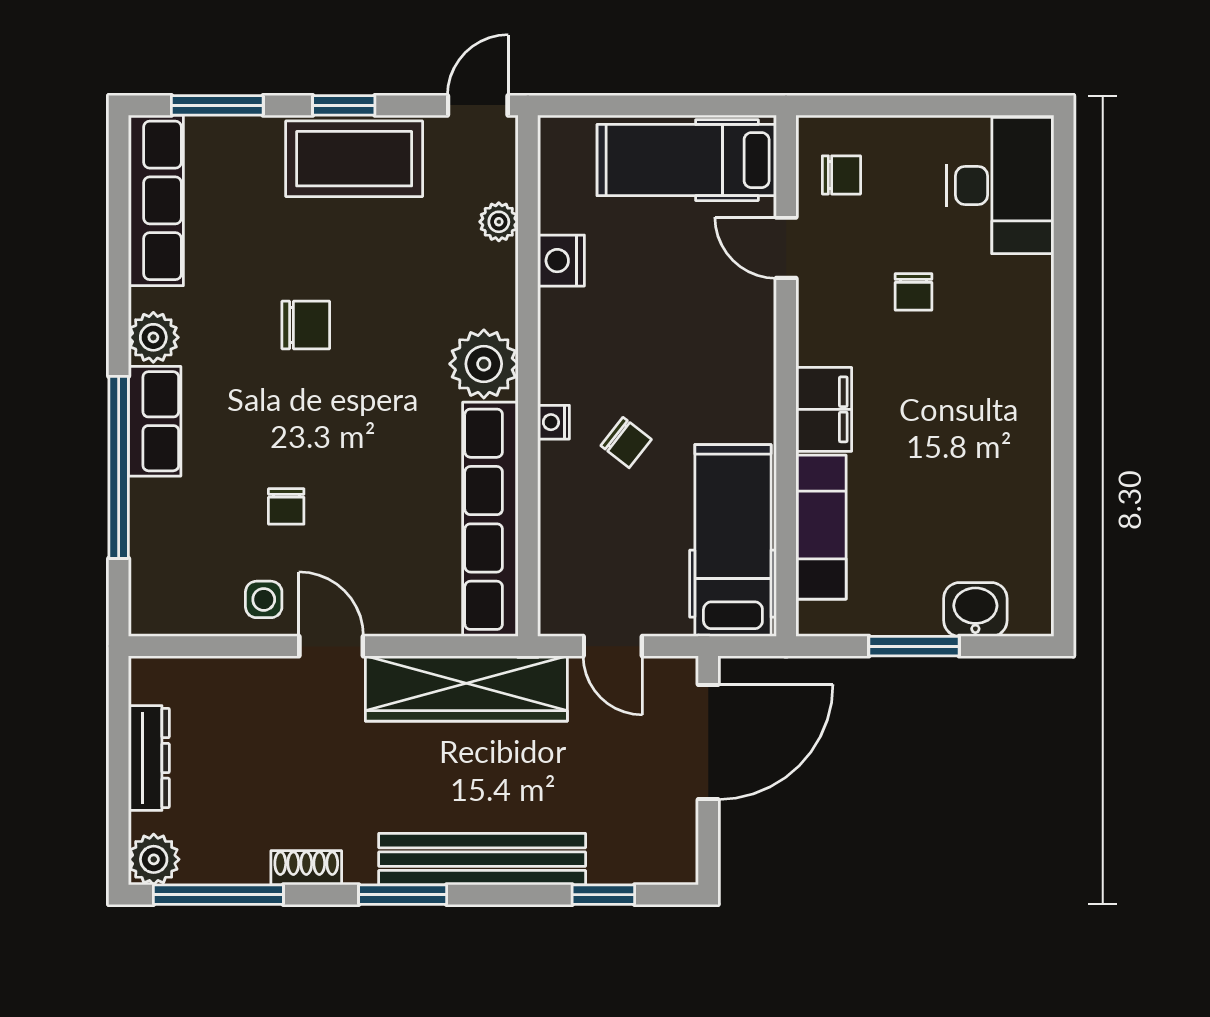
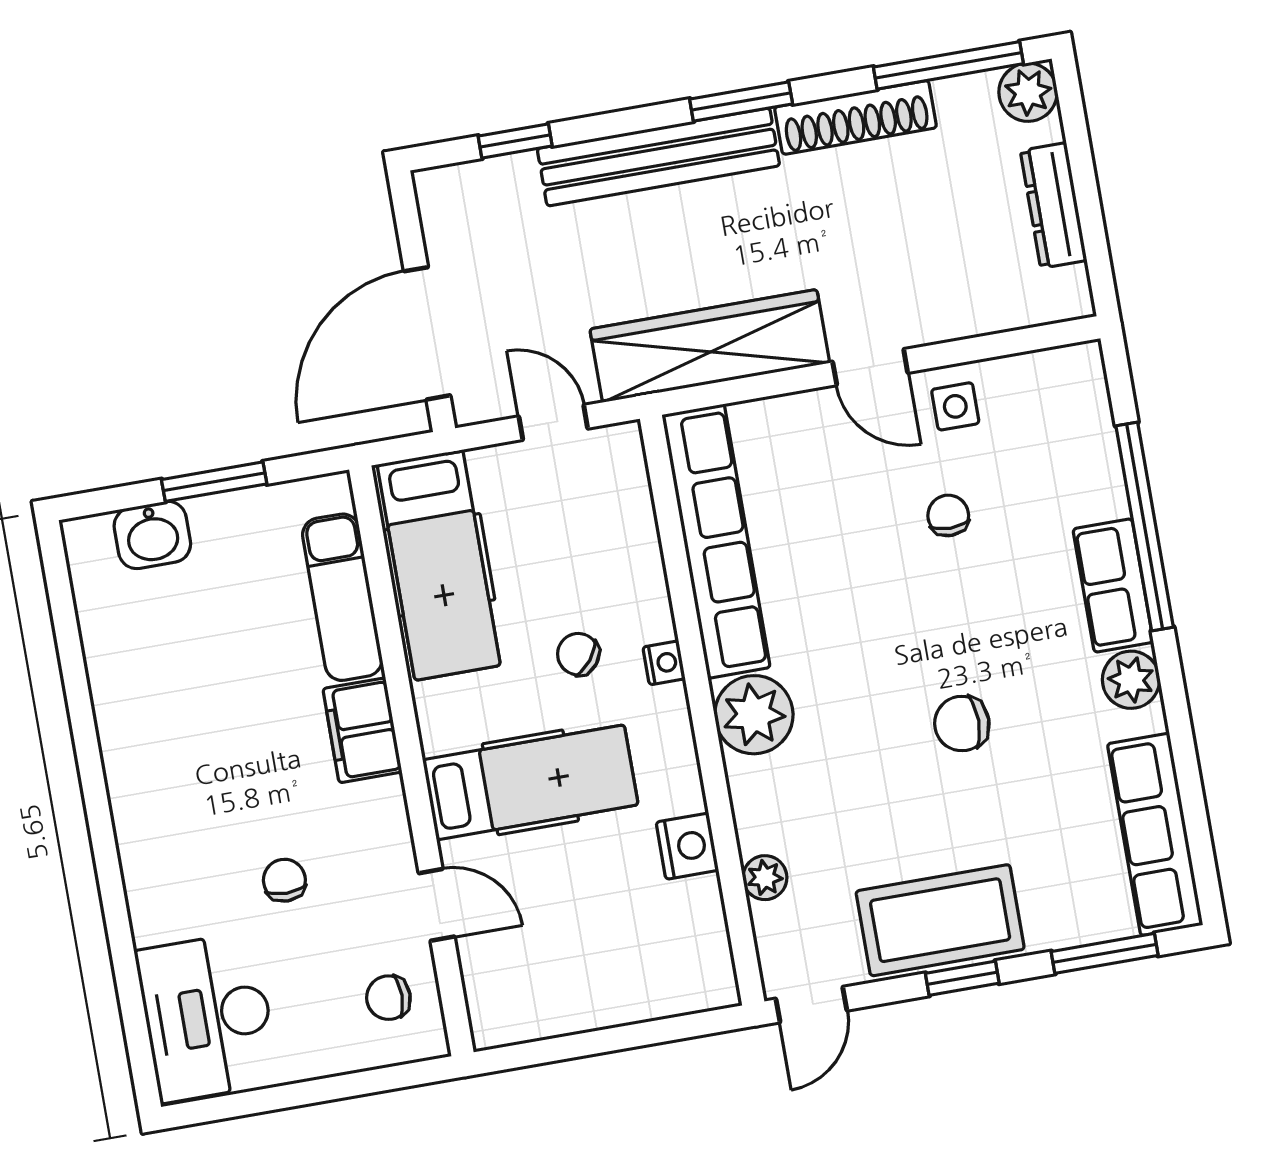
hospital bed: (687, 160) -> (530, 782), moved
shoe rack: (306, 868) -> (855, 117), width x1.94, depth x1.24

